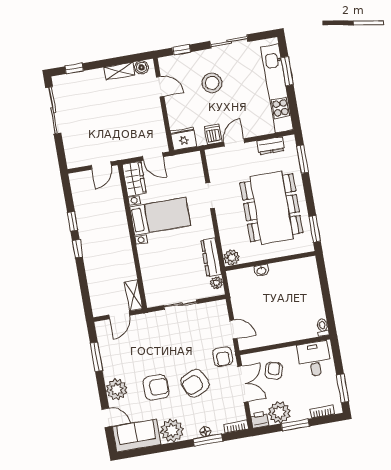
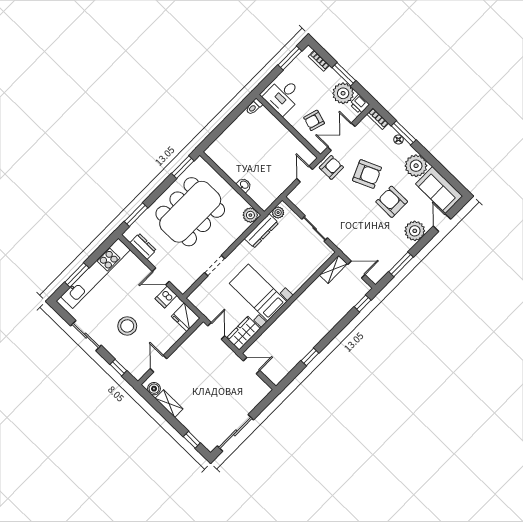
window: (77, 249) -> (363, 303), moved

